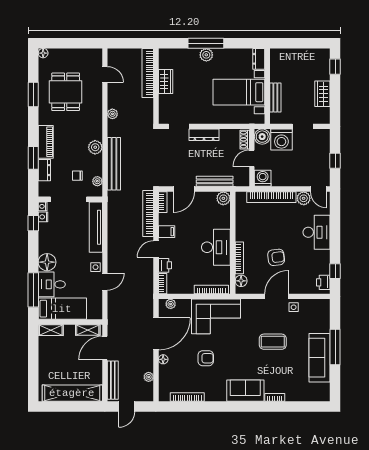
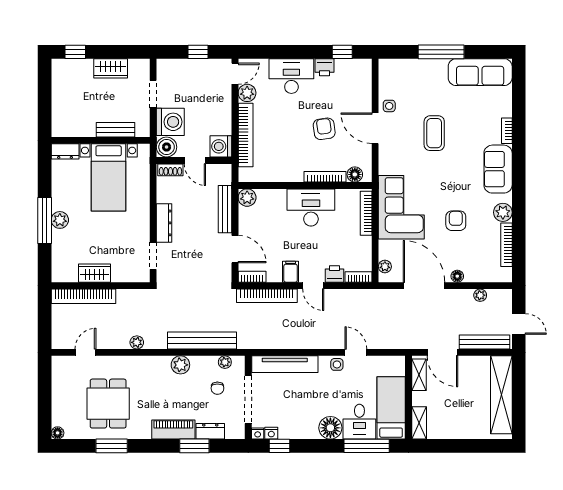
dining table: (66, 92) -> (108, 404), turned 90
printer: (323, 282) -> (324, 67), moved
sofa: (320, 358) -> (480, 72), moved
plant: (212, 394) -> (503, 212), added

